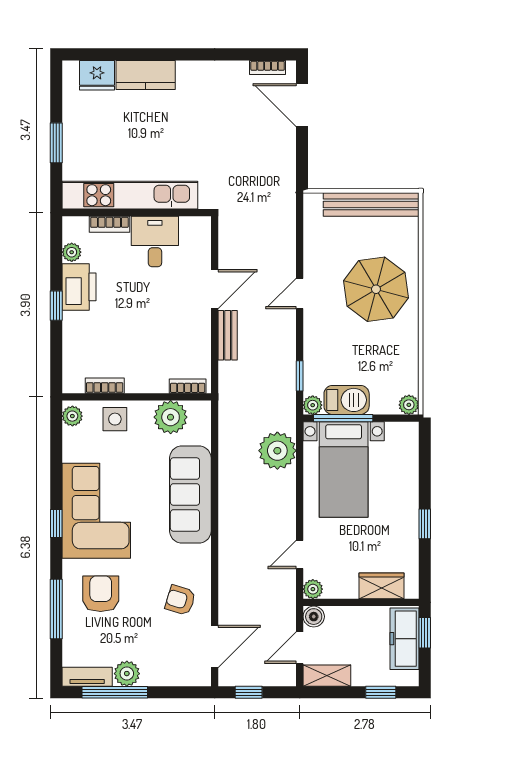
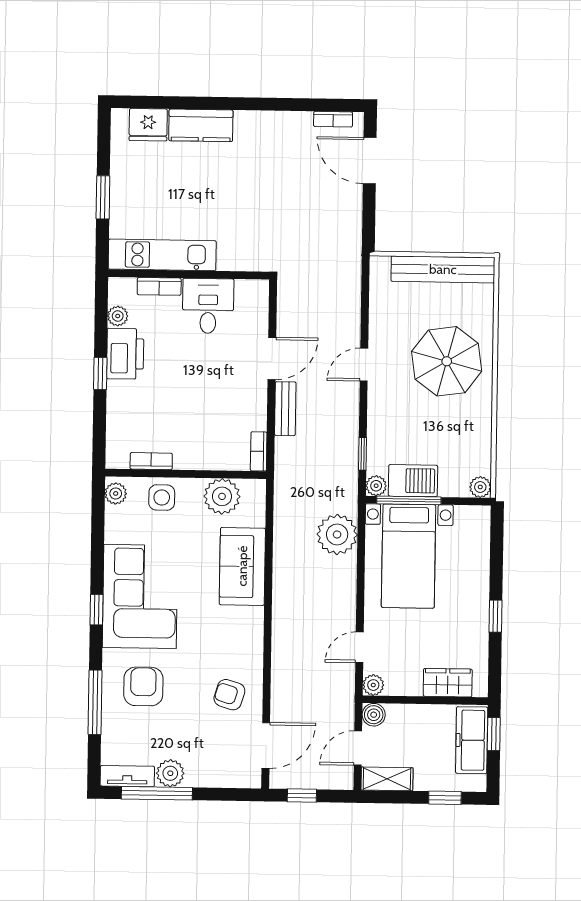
kitchen unit: (130, 195) -> (162, 255), width x0.73
bookcase: (188, 386) -> (259, 451), moved, turned -90
sofa: (190, 494) -> (242, 566), width x0.73

